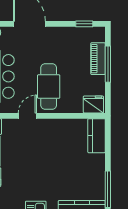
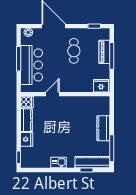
cafe table: (49, 87) -> (74, 51), moved, width x0.73, depth x0.74
kitchen counter: (97, 136) -> (103, 128), moved

